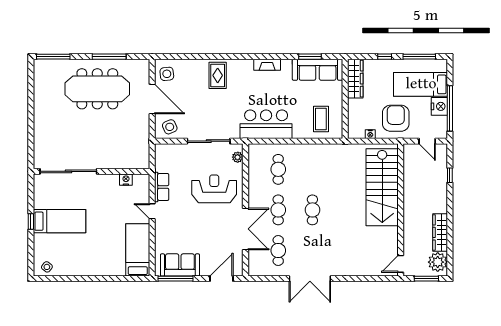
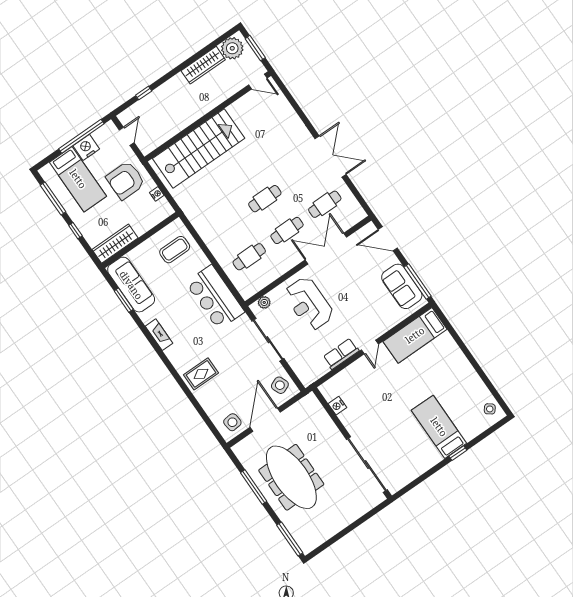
sliding door: (68, 171) -> (367, 465), moved
wall: (92, 171) -> (352, 443), moved
nightstand: (126, 180) -> (337, 406), moved

